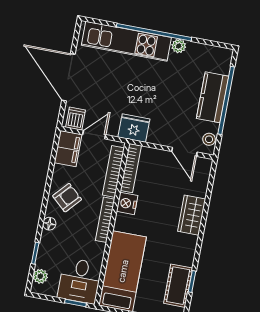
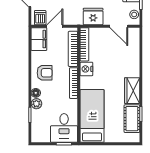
fridge: (134, 128) -> (93, 17), moved
armchair: (67, 198) -> (45, 73), turned 48
wardrobe: (192, 215) -> (132, 91), moved
plant: (40, 276) -> (36, 104), moved

